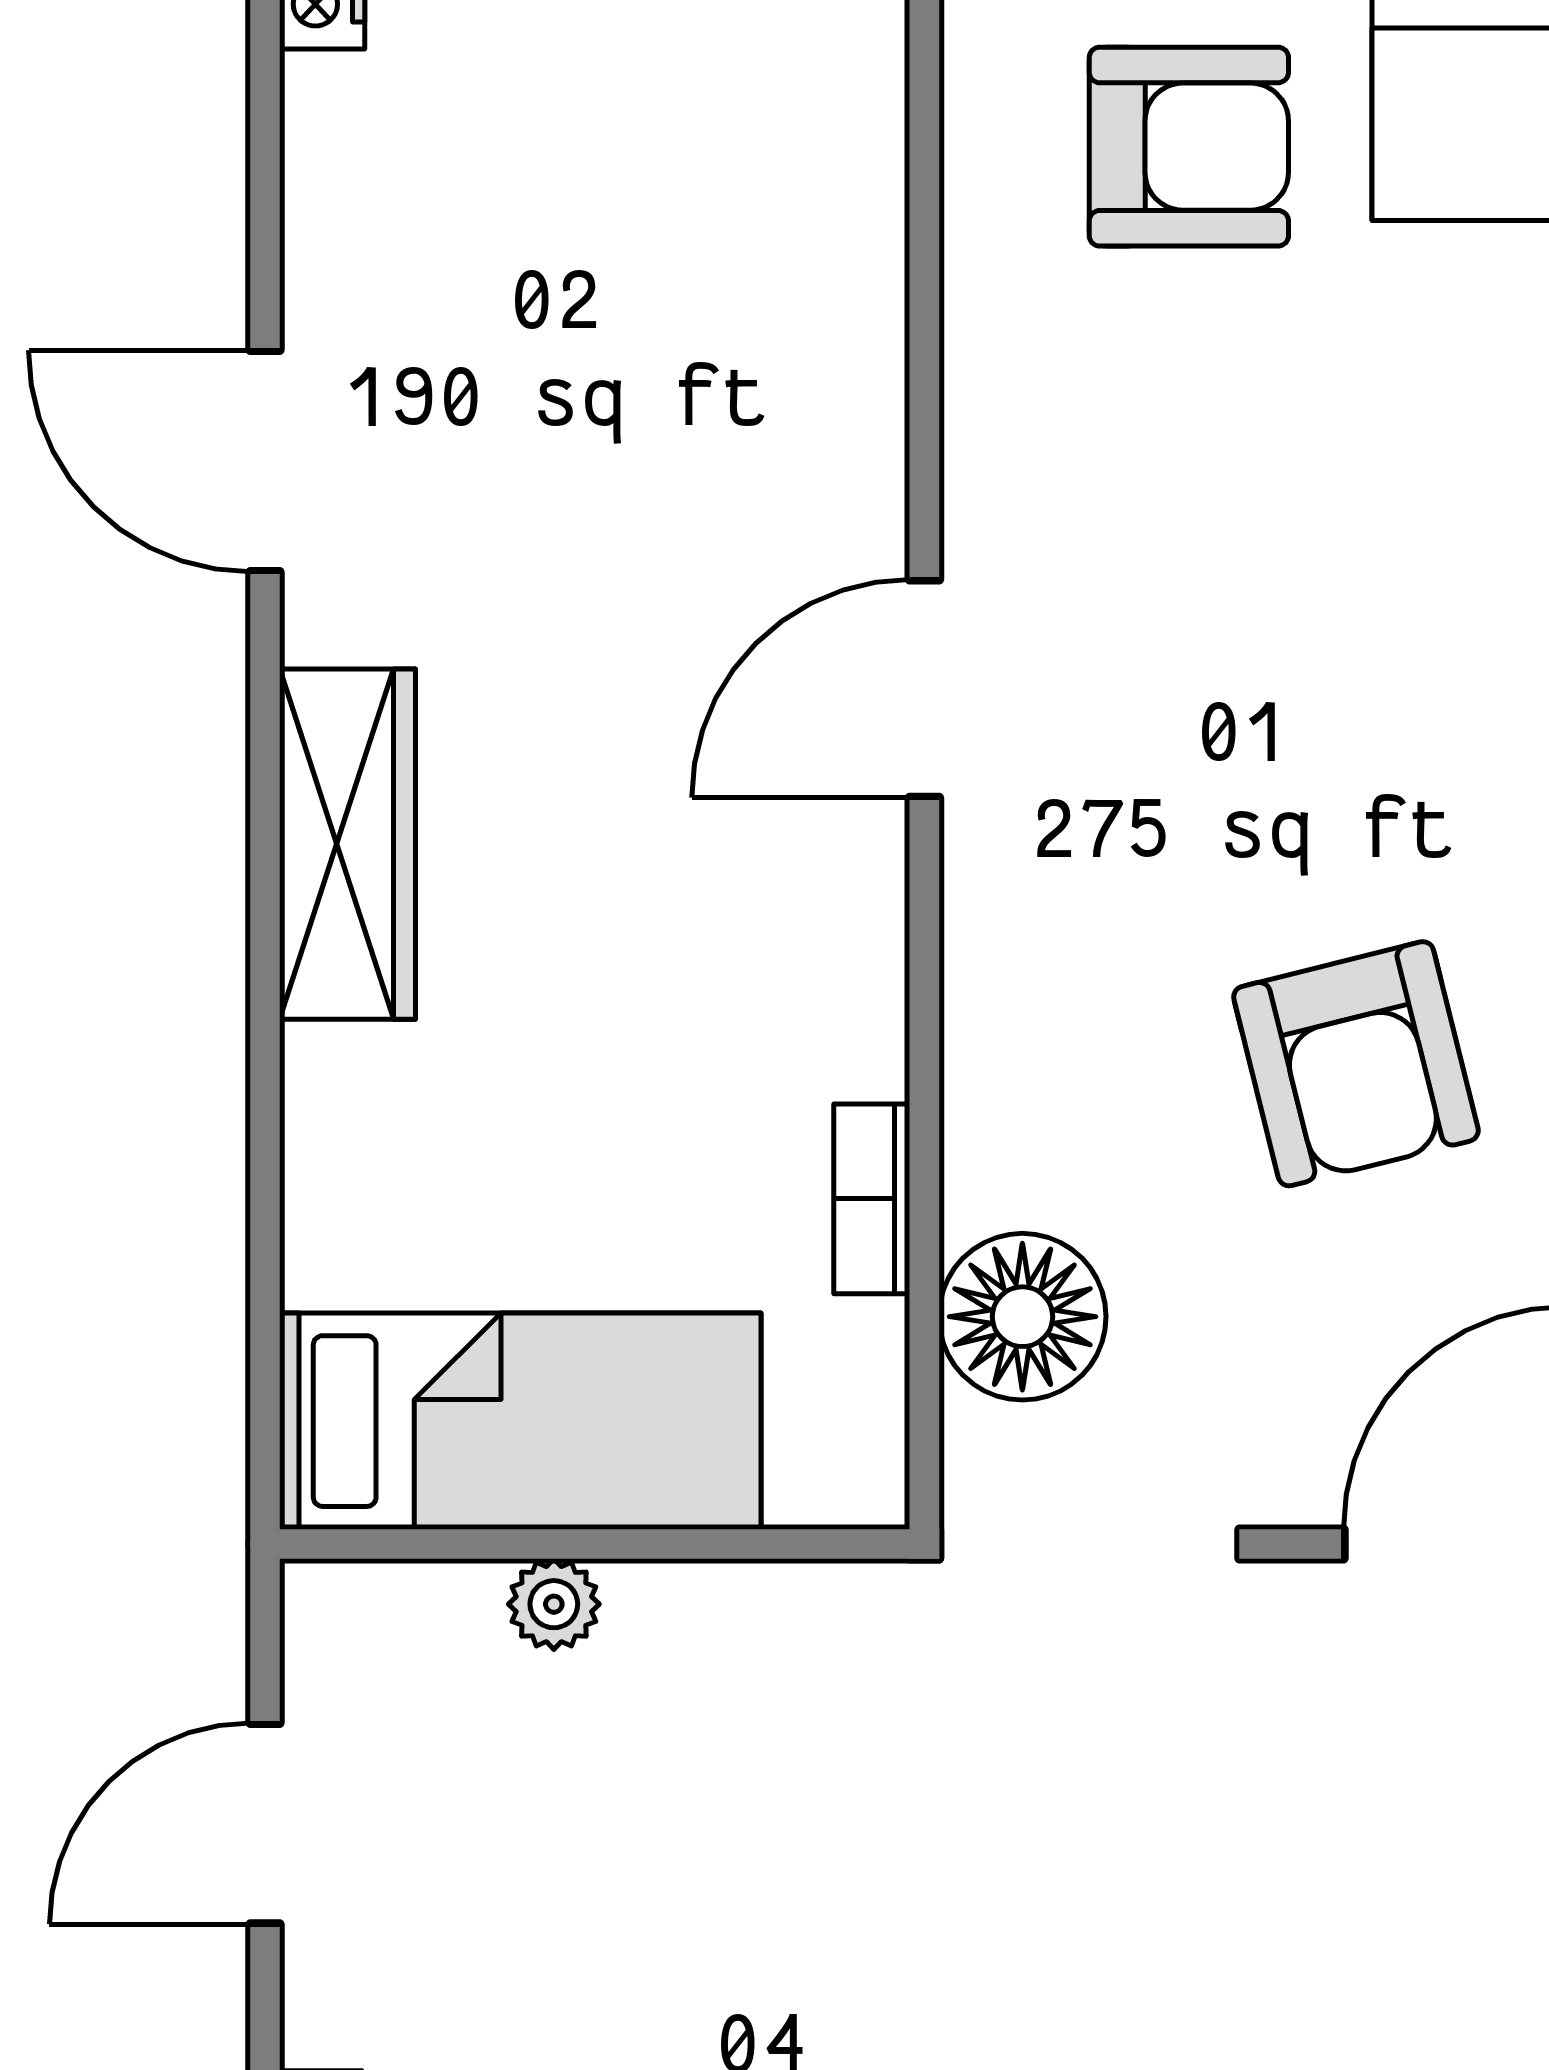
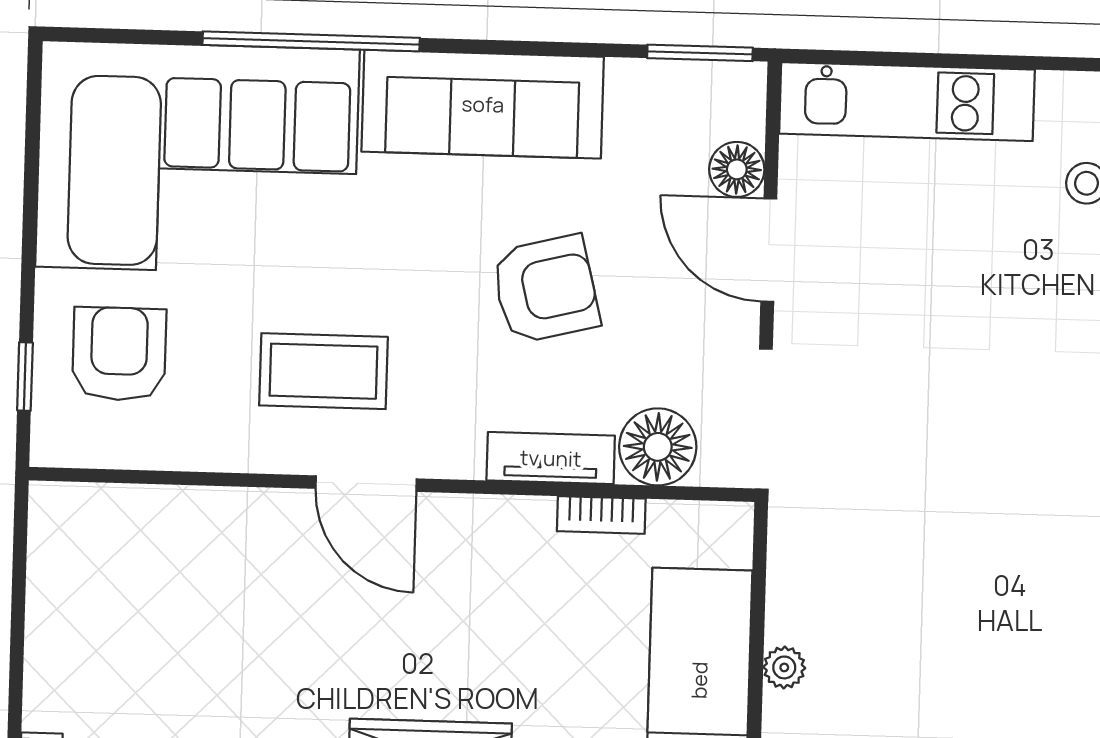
coffee table: (1165, 589) -> (323, 371), added
tv unit: (992, 1086) -> (551, 458), added

